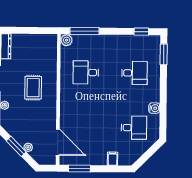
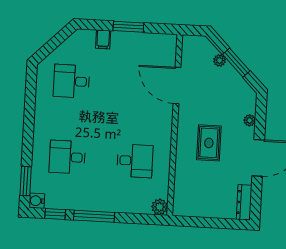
window: (84, 31) -> (94, 216), moved
water cooler: (154, 108) -> (37, 201), moved
door: (58, 142) -> (177, 86), moved
window: (79, 168) -> (128, 27), moved

